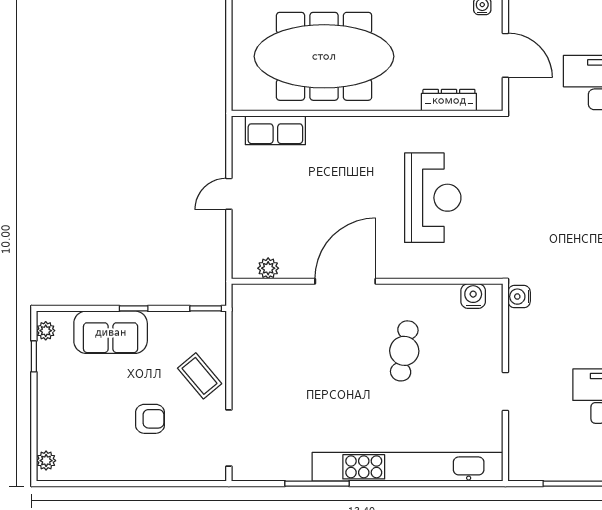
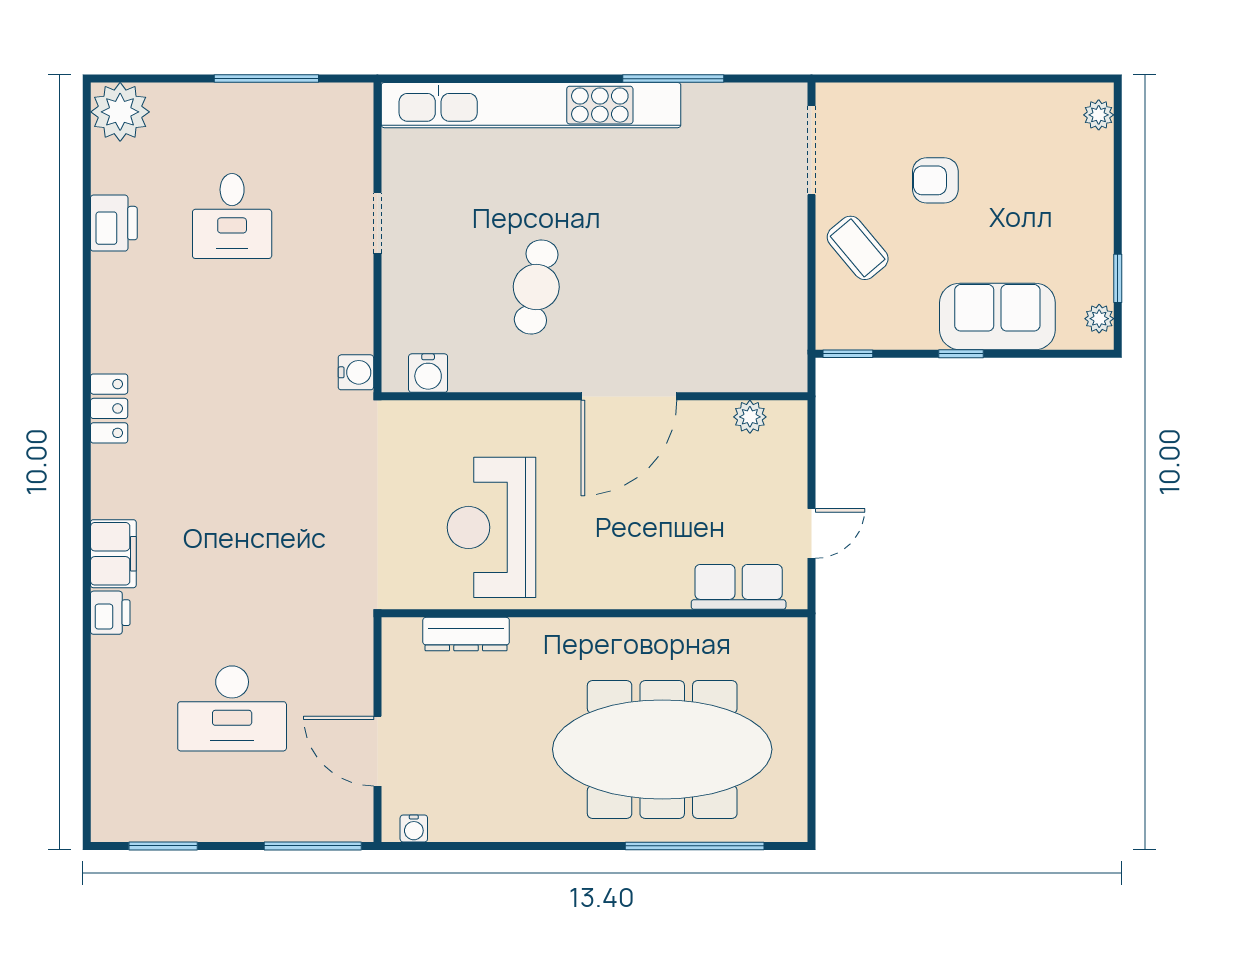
dresser: (449, 100) -> (466, 634), moved
wall: (367, 113) -> (594, 613), moved
row of seats: (275, 130) -> (739, 587), moved

